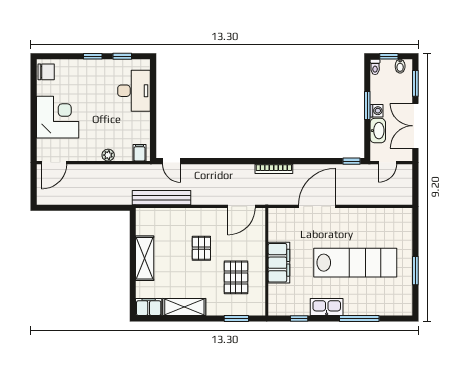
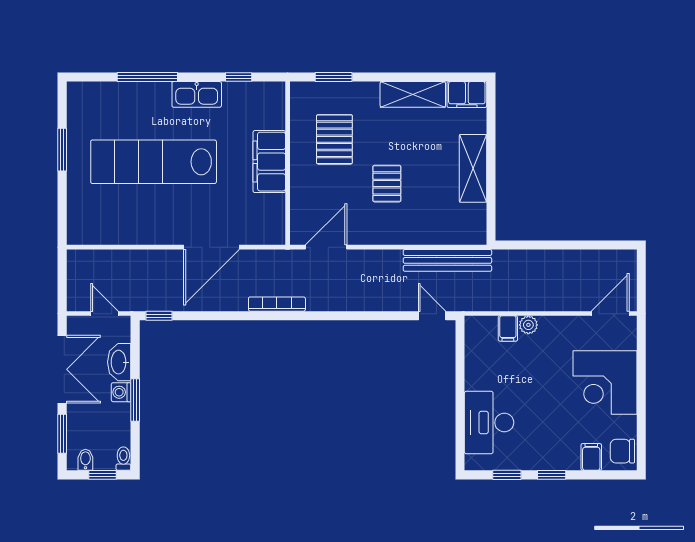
filing cabinet: (67, 68) -> (591, 457), added
filing cabinet: (139, 153) -> (508, 329), moved
door: (387, 163) -> (104, 314), hinge flipped

